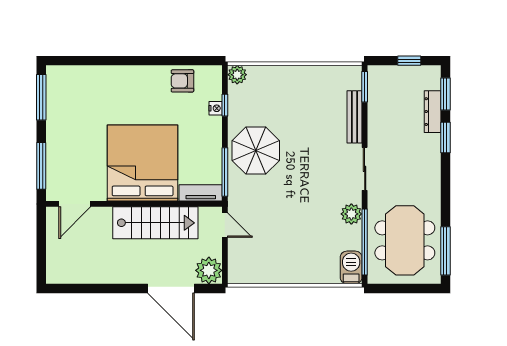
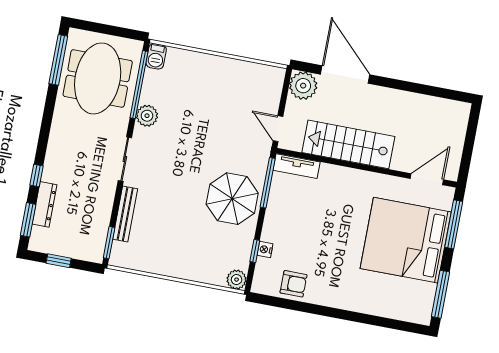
window: (445, 137) -> (36, 176), width x0.67
bed: (143, 163) -> (406, 240), moved, turned 90
barbecue: (351, 267) -> (156, 56), width x0.73, depth x0.79

